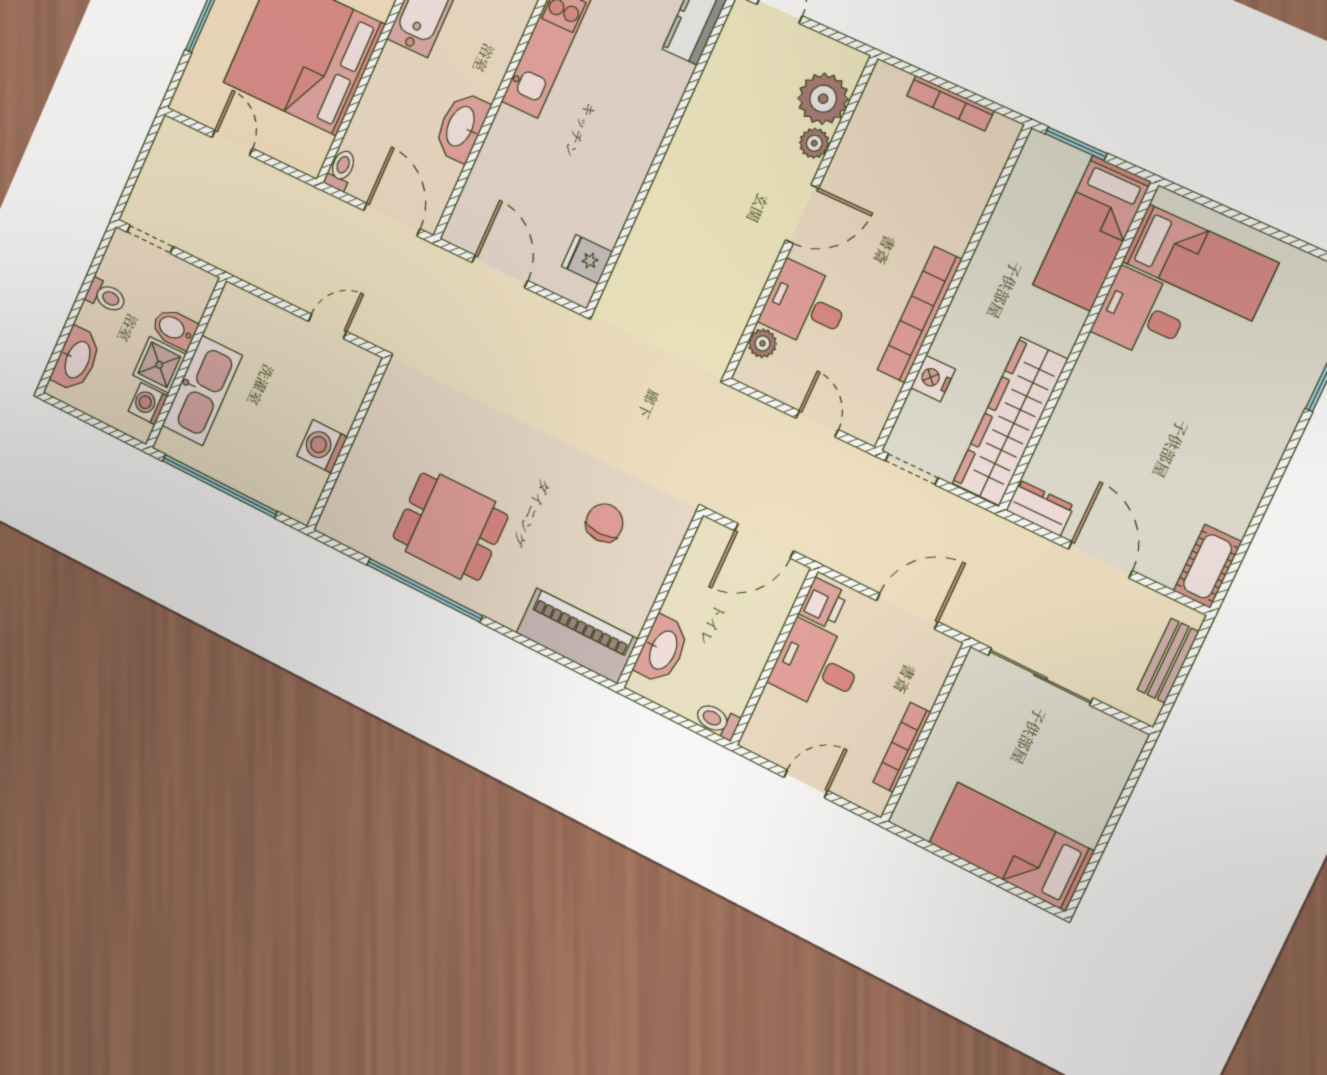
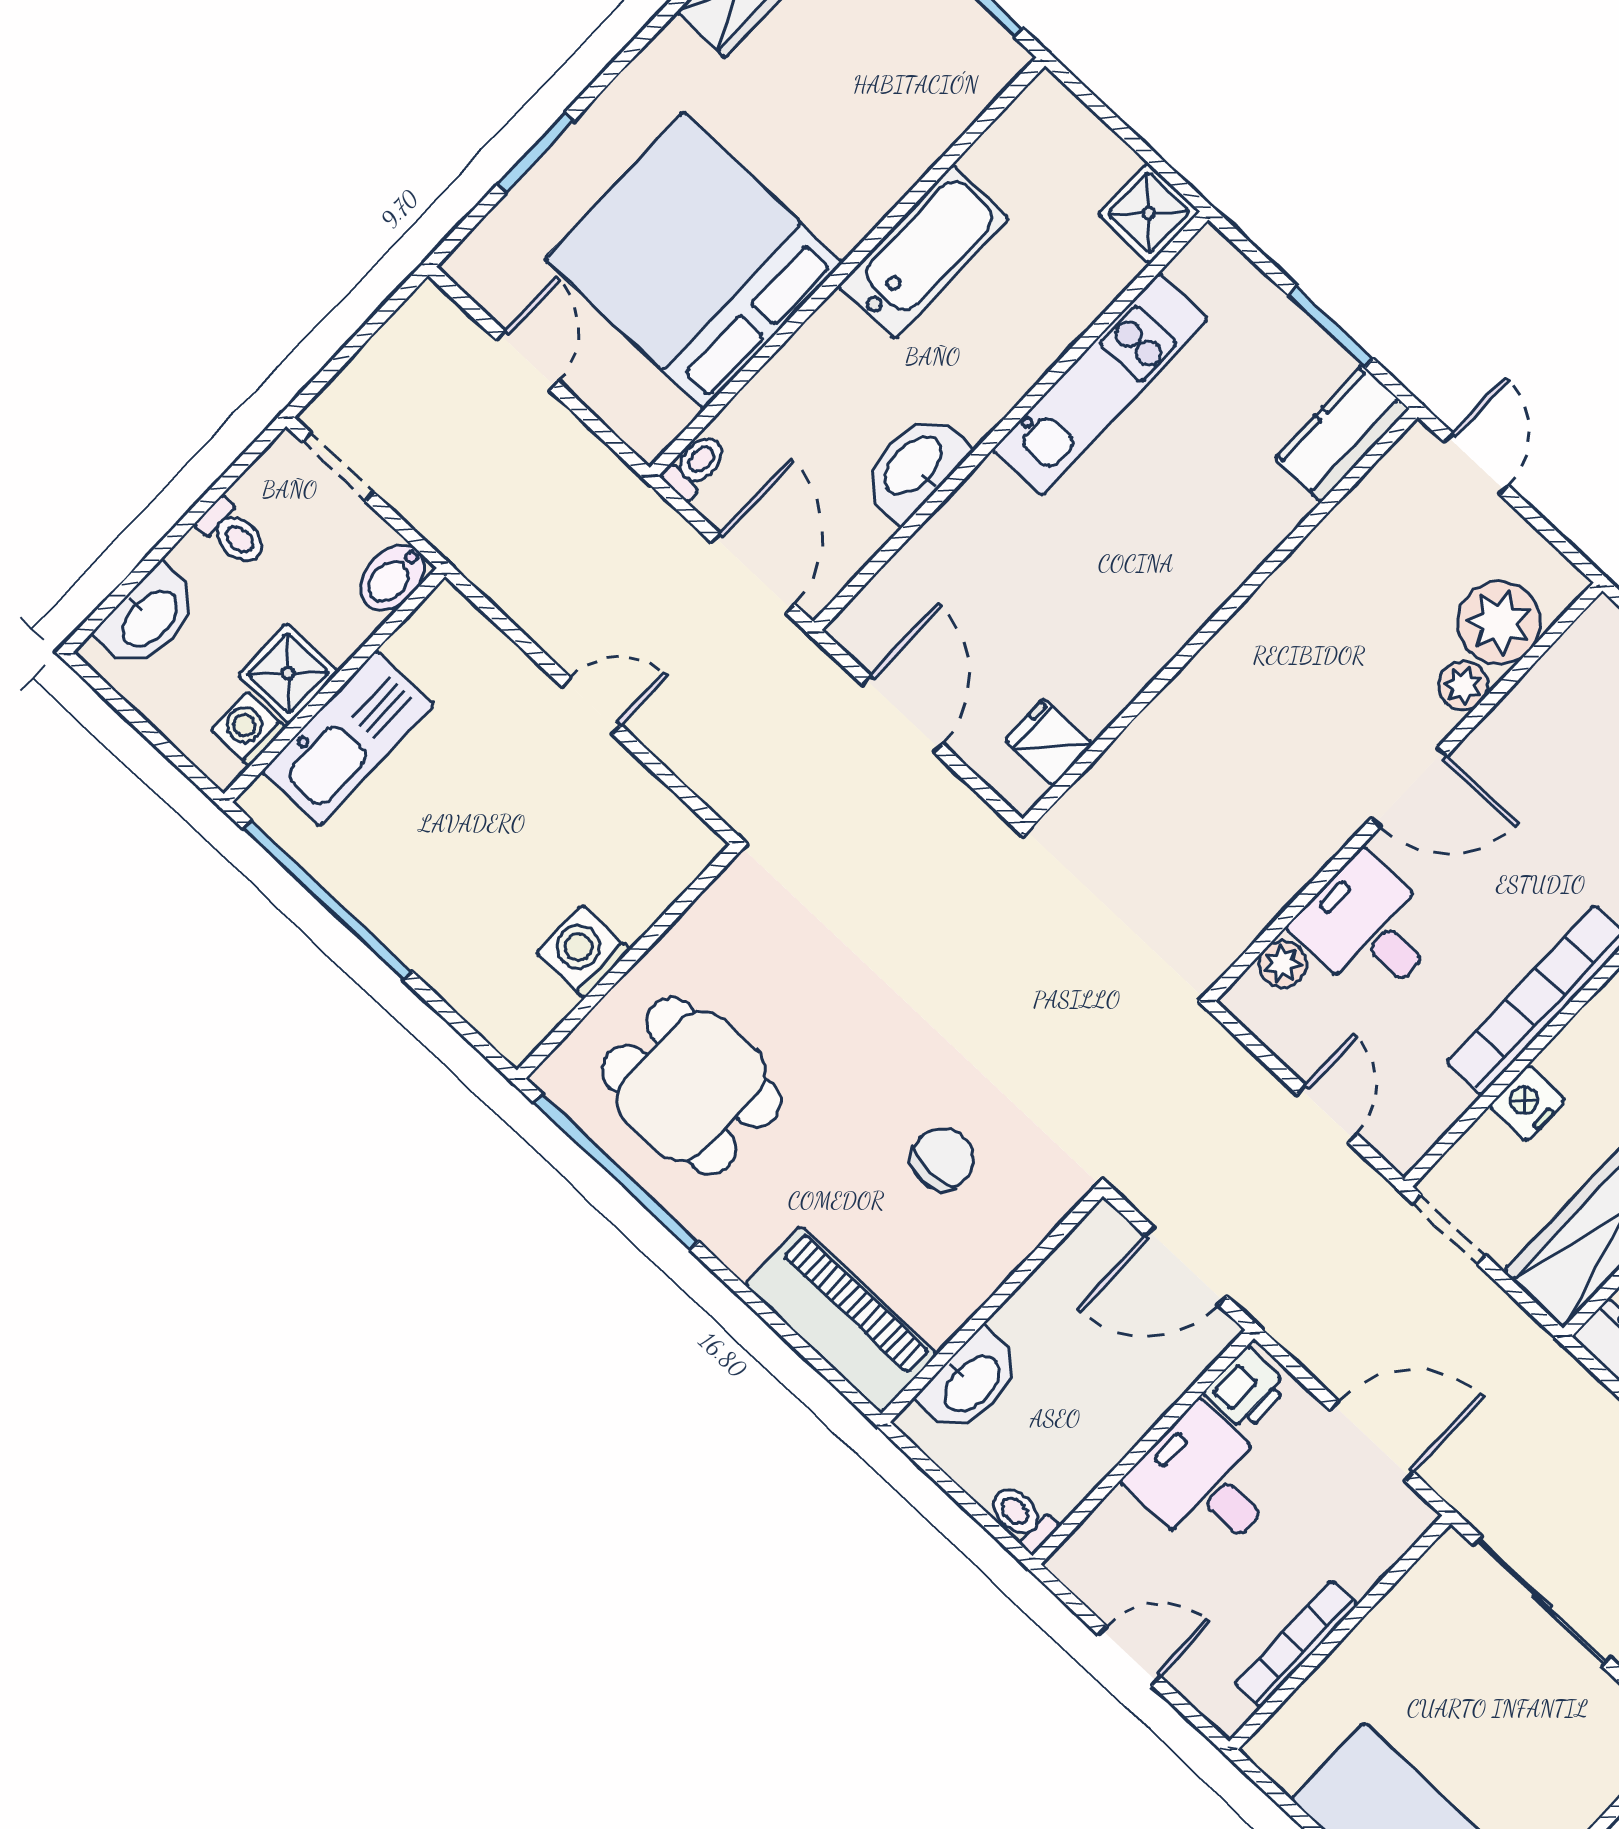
bidet: (174, 329) -> (392, 577), moved, turned -90
wall: (348, 444) -> (628, 961), moved
washing machine: (322, 446) -> (583, 951), moved

